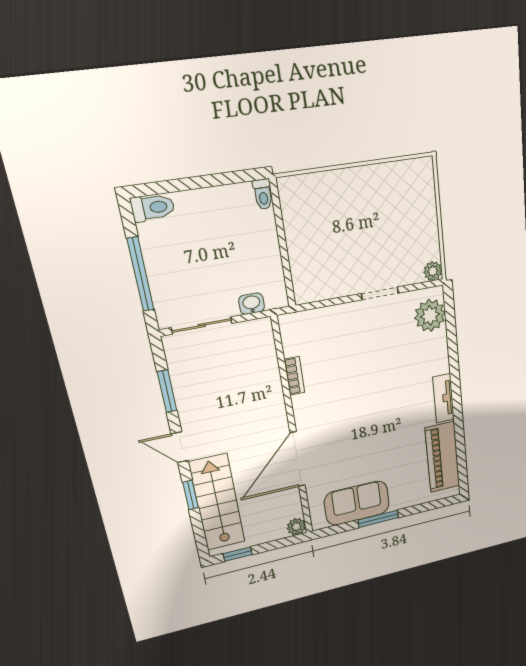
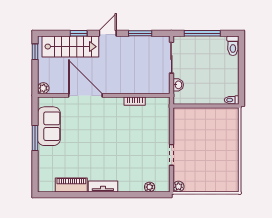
plant: (430, 315) -> (150, 187), width x0.53, depth x0.53
piano: (442, 457) -> (71, 185), width x0.73, depth x0.75

